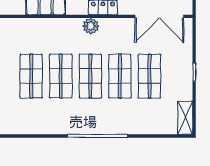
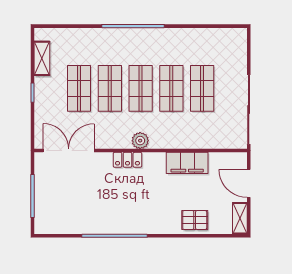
shelving: (185, 118) -> (42, 58), moved

